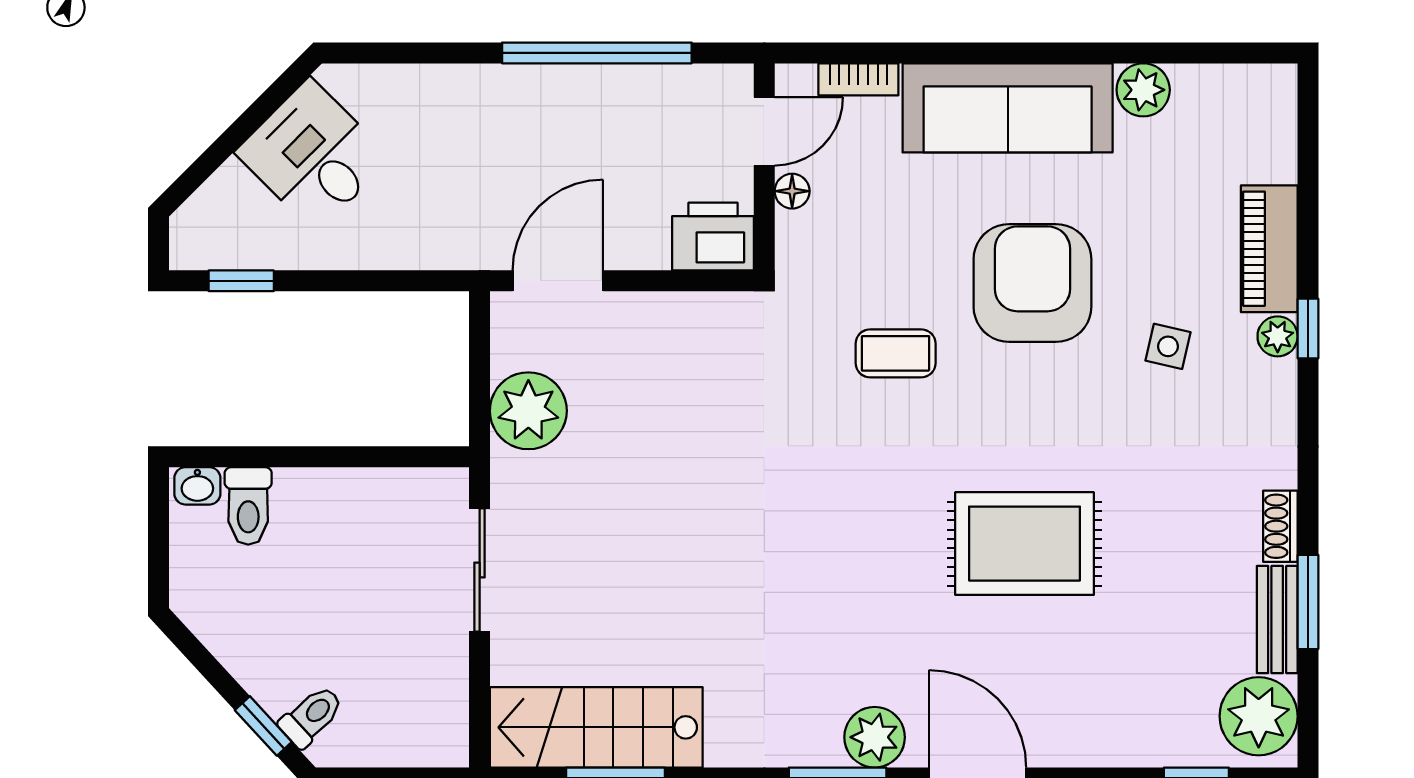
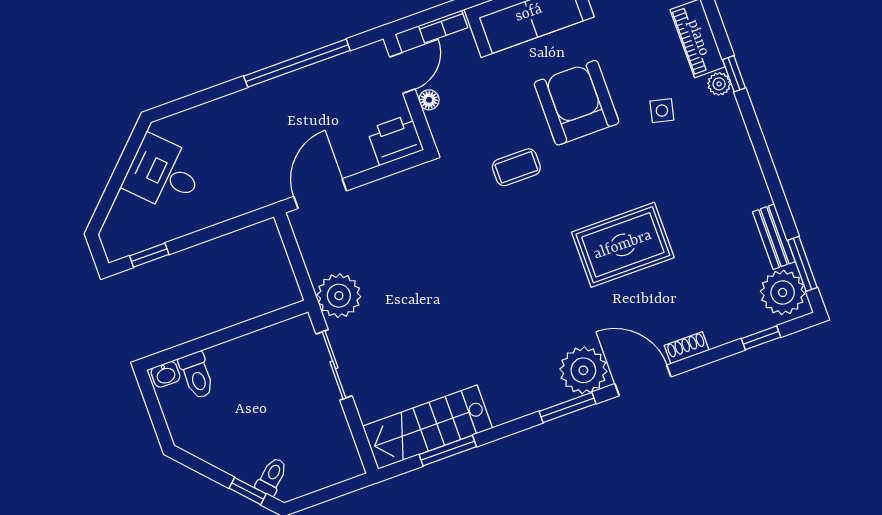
plant: (528, 411) -> (339, 296), moved
shoe rack: (1280, 526) -> (687, 348), moved, turned 90
window: (1308, 602) -> (802, 264), moved
plant: (875, 737) -> (583, 370), width x1.36, depth x1.36

